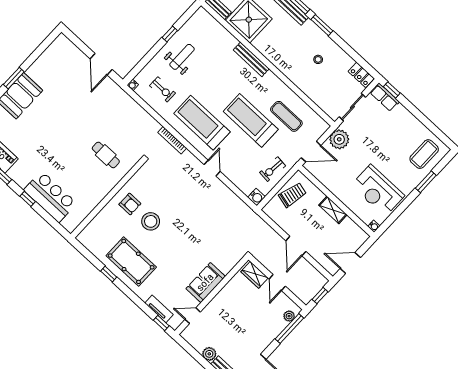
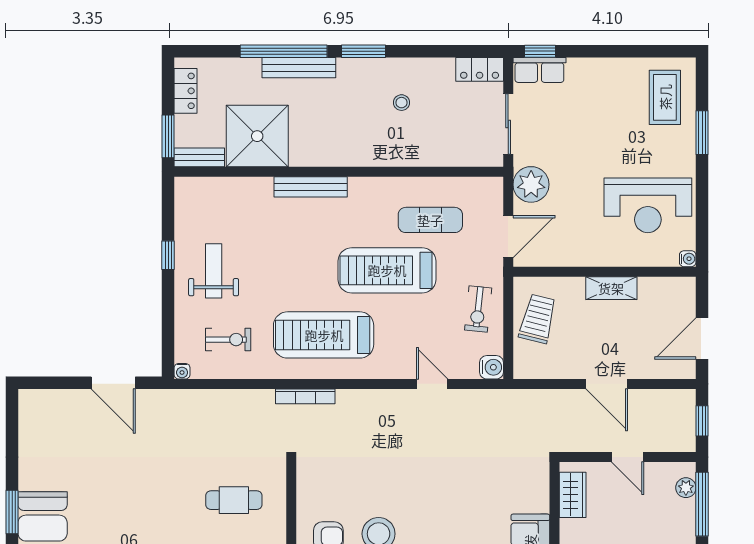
door: (212, 168) -> (432, 384), moved
wardrobe: (255, 275) -> (573, 495), moved, turned -90

